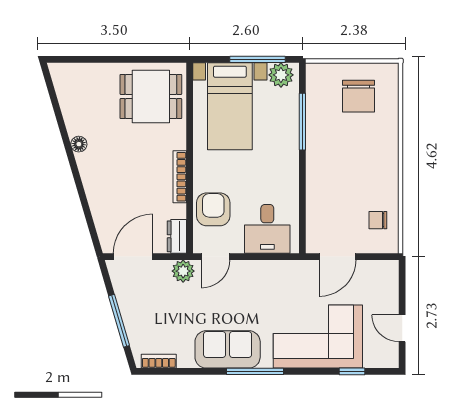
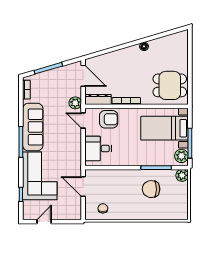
plant: (317, 74) -> (182, 175), added
chair: (359, 96) -> (151, 189), moved
dining table: (151, 97) -> (170, 85), turned 90
dresser: (177, 236) -> (98, 100), width x1.44
sofa: (228, 349) -> (33, 127), width x1.36

